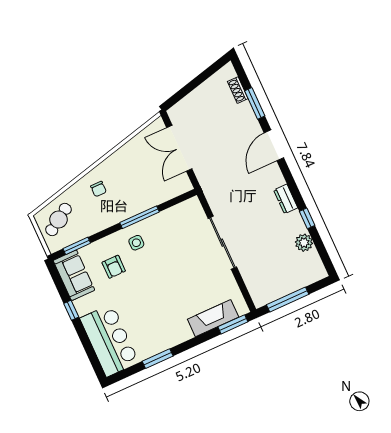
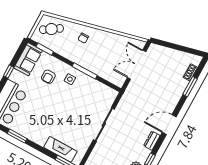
door: (274, 145) -> (169, 125), moved

